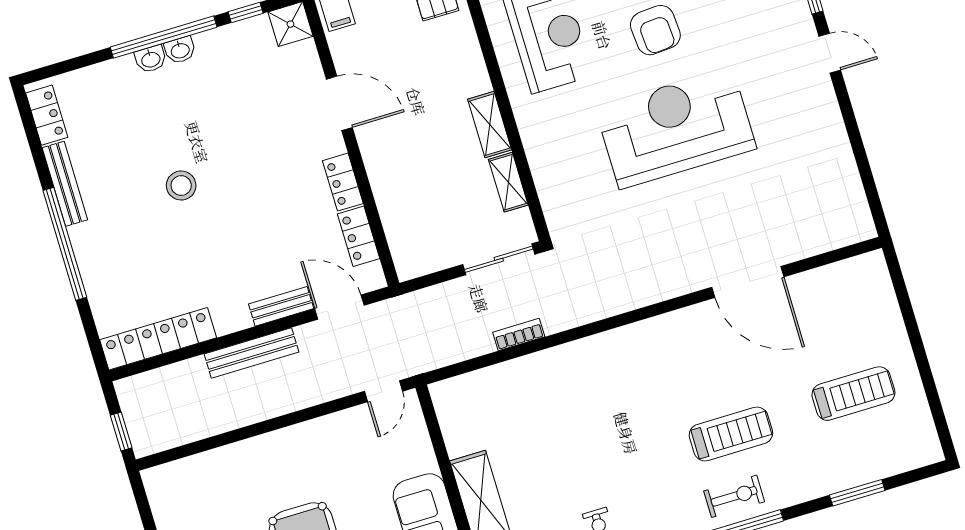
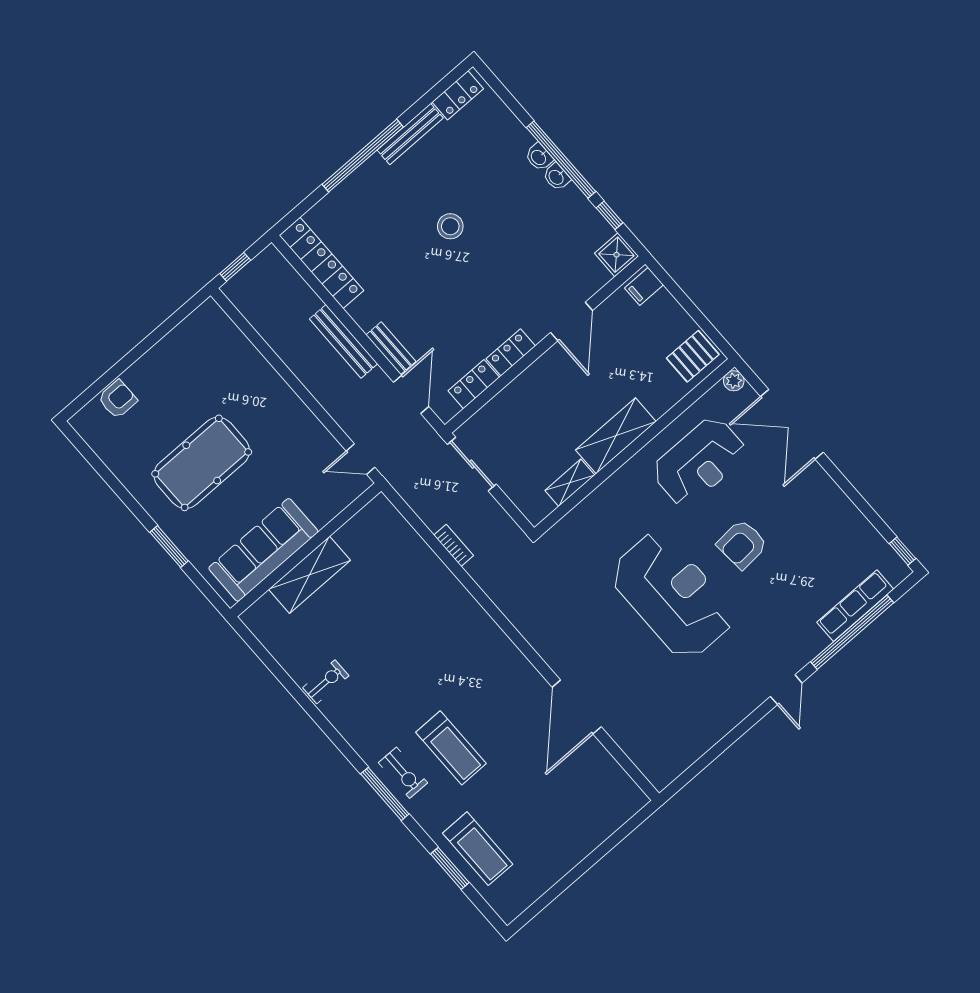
shelving: (490, 125) -> (616, 436), width x1.50, depth x1.33
sliding door: (499, 259) -> (472, 464), moved
treadmill: (853, 394) -> (478, 849), moved

